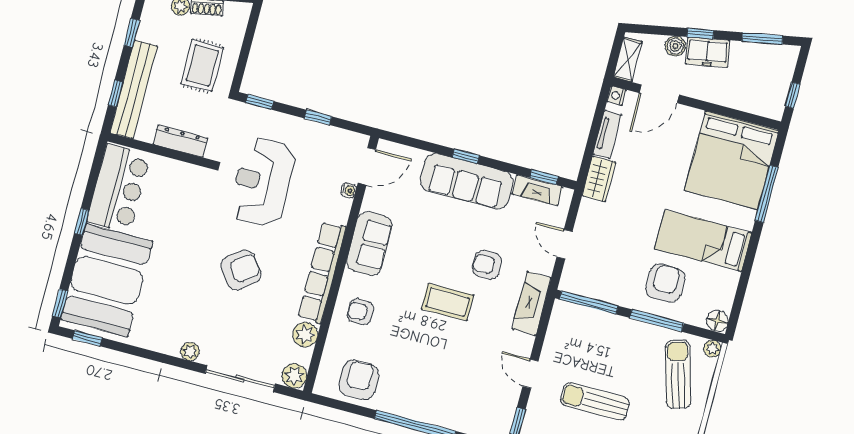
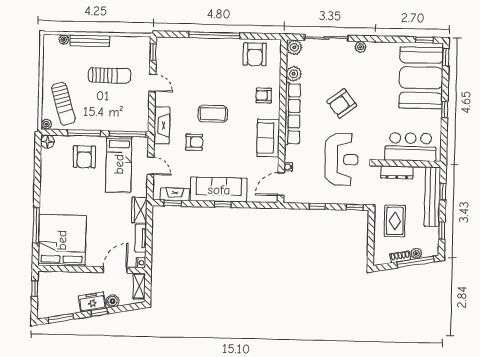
bar counter: (118, 188) -> (410, 147), moved, turned 90
bed: (703, 241) -> (119, 164), moved, turned 90
armchair: (360, 312) -> (264, 96), turned 180

